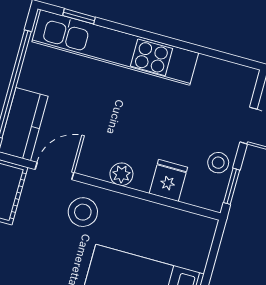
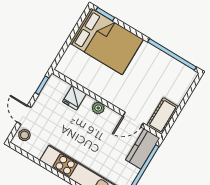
stool: (218, 163) -> (24, 135), moved
stool: (83, 212) -> (124, 94), removed

